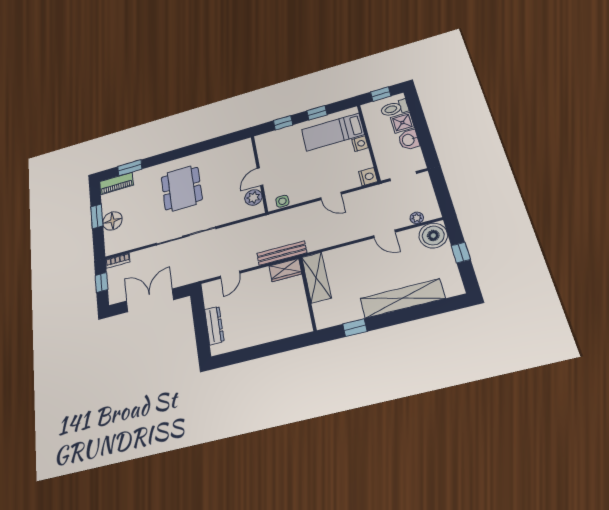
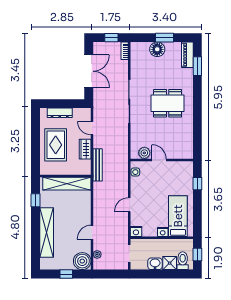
window: (317, 113) -> (197, 209), removed
wardrobe: (285, 270) -> (85, 149), moved
shelving: (316, 277) -> (67, 184), width x1.47
rug: (263, 319) -> (56, 145), added

